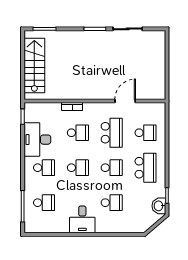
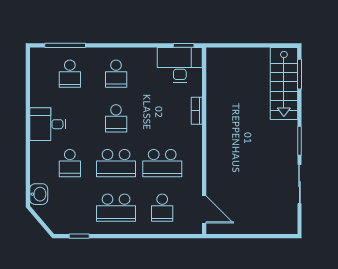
stairs: (34, 65) -> (284, 83), moved, turned 90
door: (125, 101) -> (204, 209), moved
school desk: (78, 133) -> (162, 118), removed
desk: (37, 140) -> (180, 65), moved
school desk: (112, 168) -> (116, 163), width x1.85
washbasin: (159, 206) -> (39, 194), moved, turned 90

